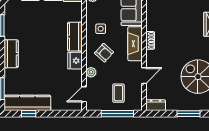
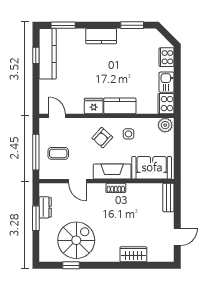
plant: (91, 72) -> (81, 123), removed
dresser: (156, 105) -> (45, 207), moved
window: (188, 114) -> (36, 218), moved

